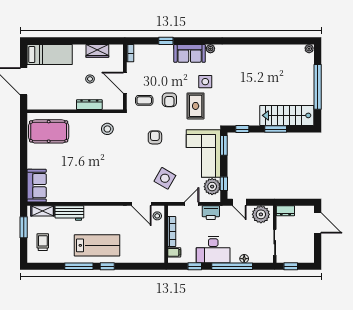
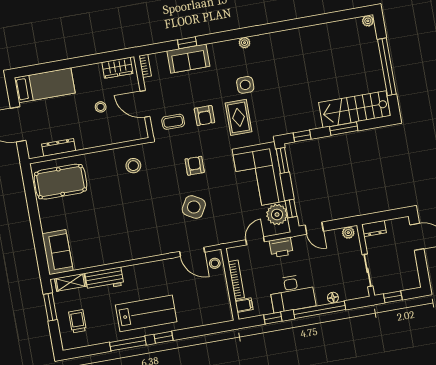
wardrobe: (97, 51) -> (117, 68), moved
sofa: (190, 53) -> (188, 59), moved
dresser: (89, 105) -> (59, 147), moved
side table: (165, 178) -> (194, 207), moved
plant: (261, 214) -> (348, 233), width x0.53, depth x0.53

